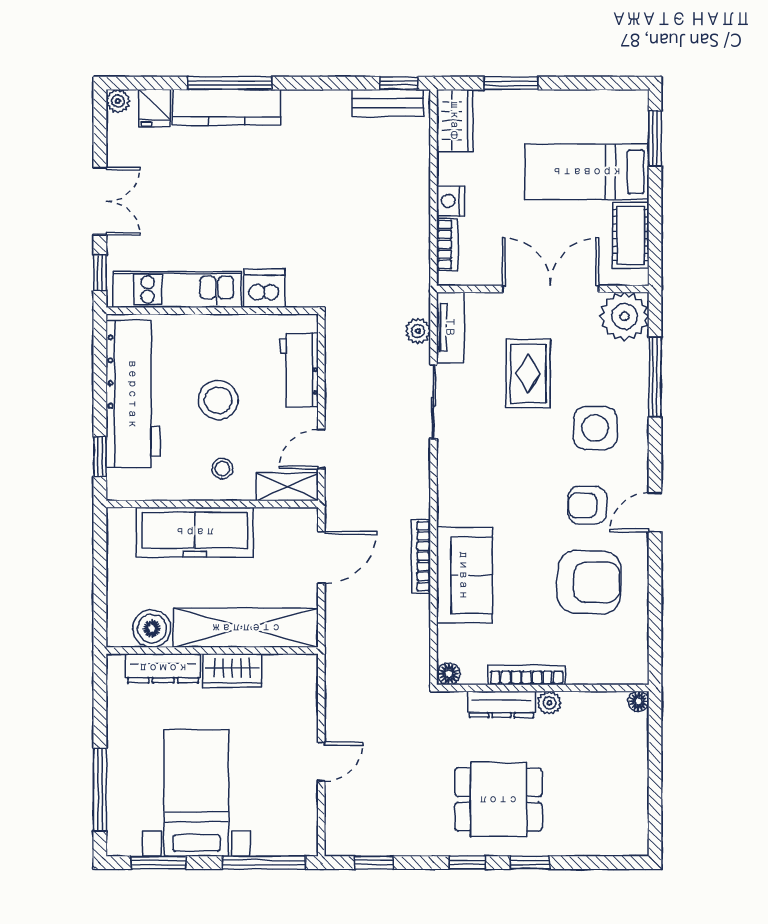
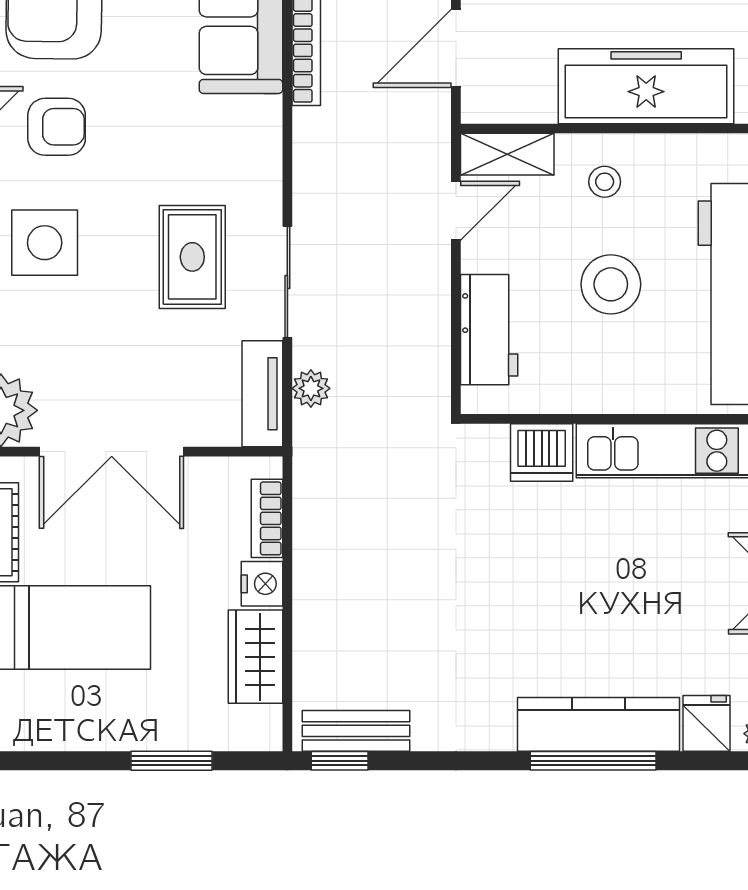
wardrobe: (455, 120) -> (256, 657), moved
rug: (528, 373) -> (192, 257), moved

